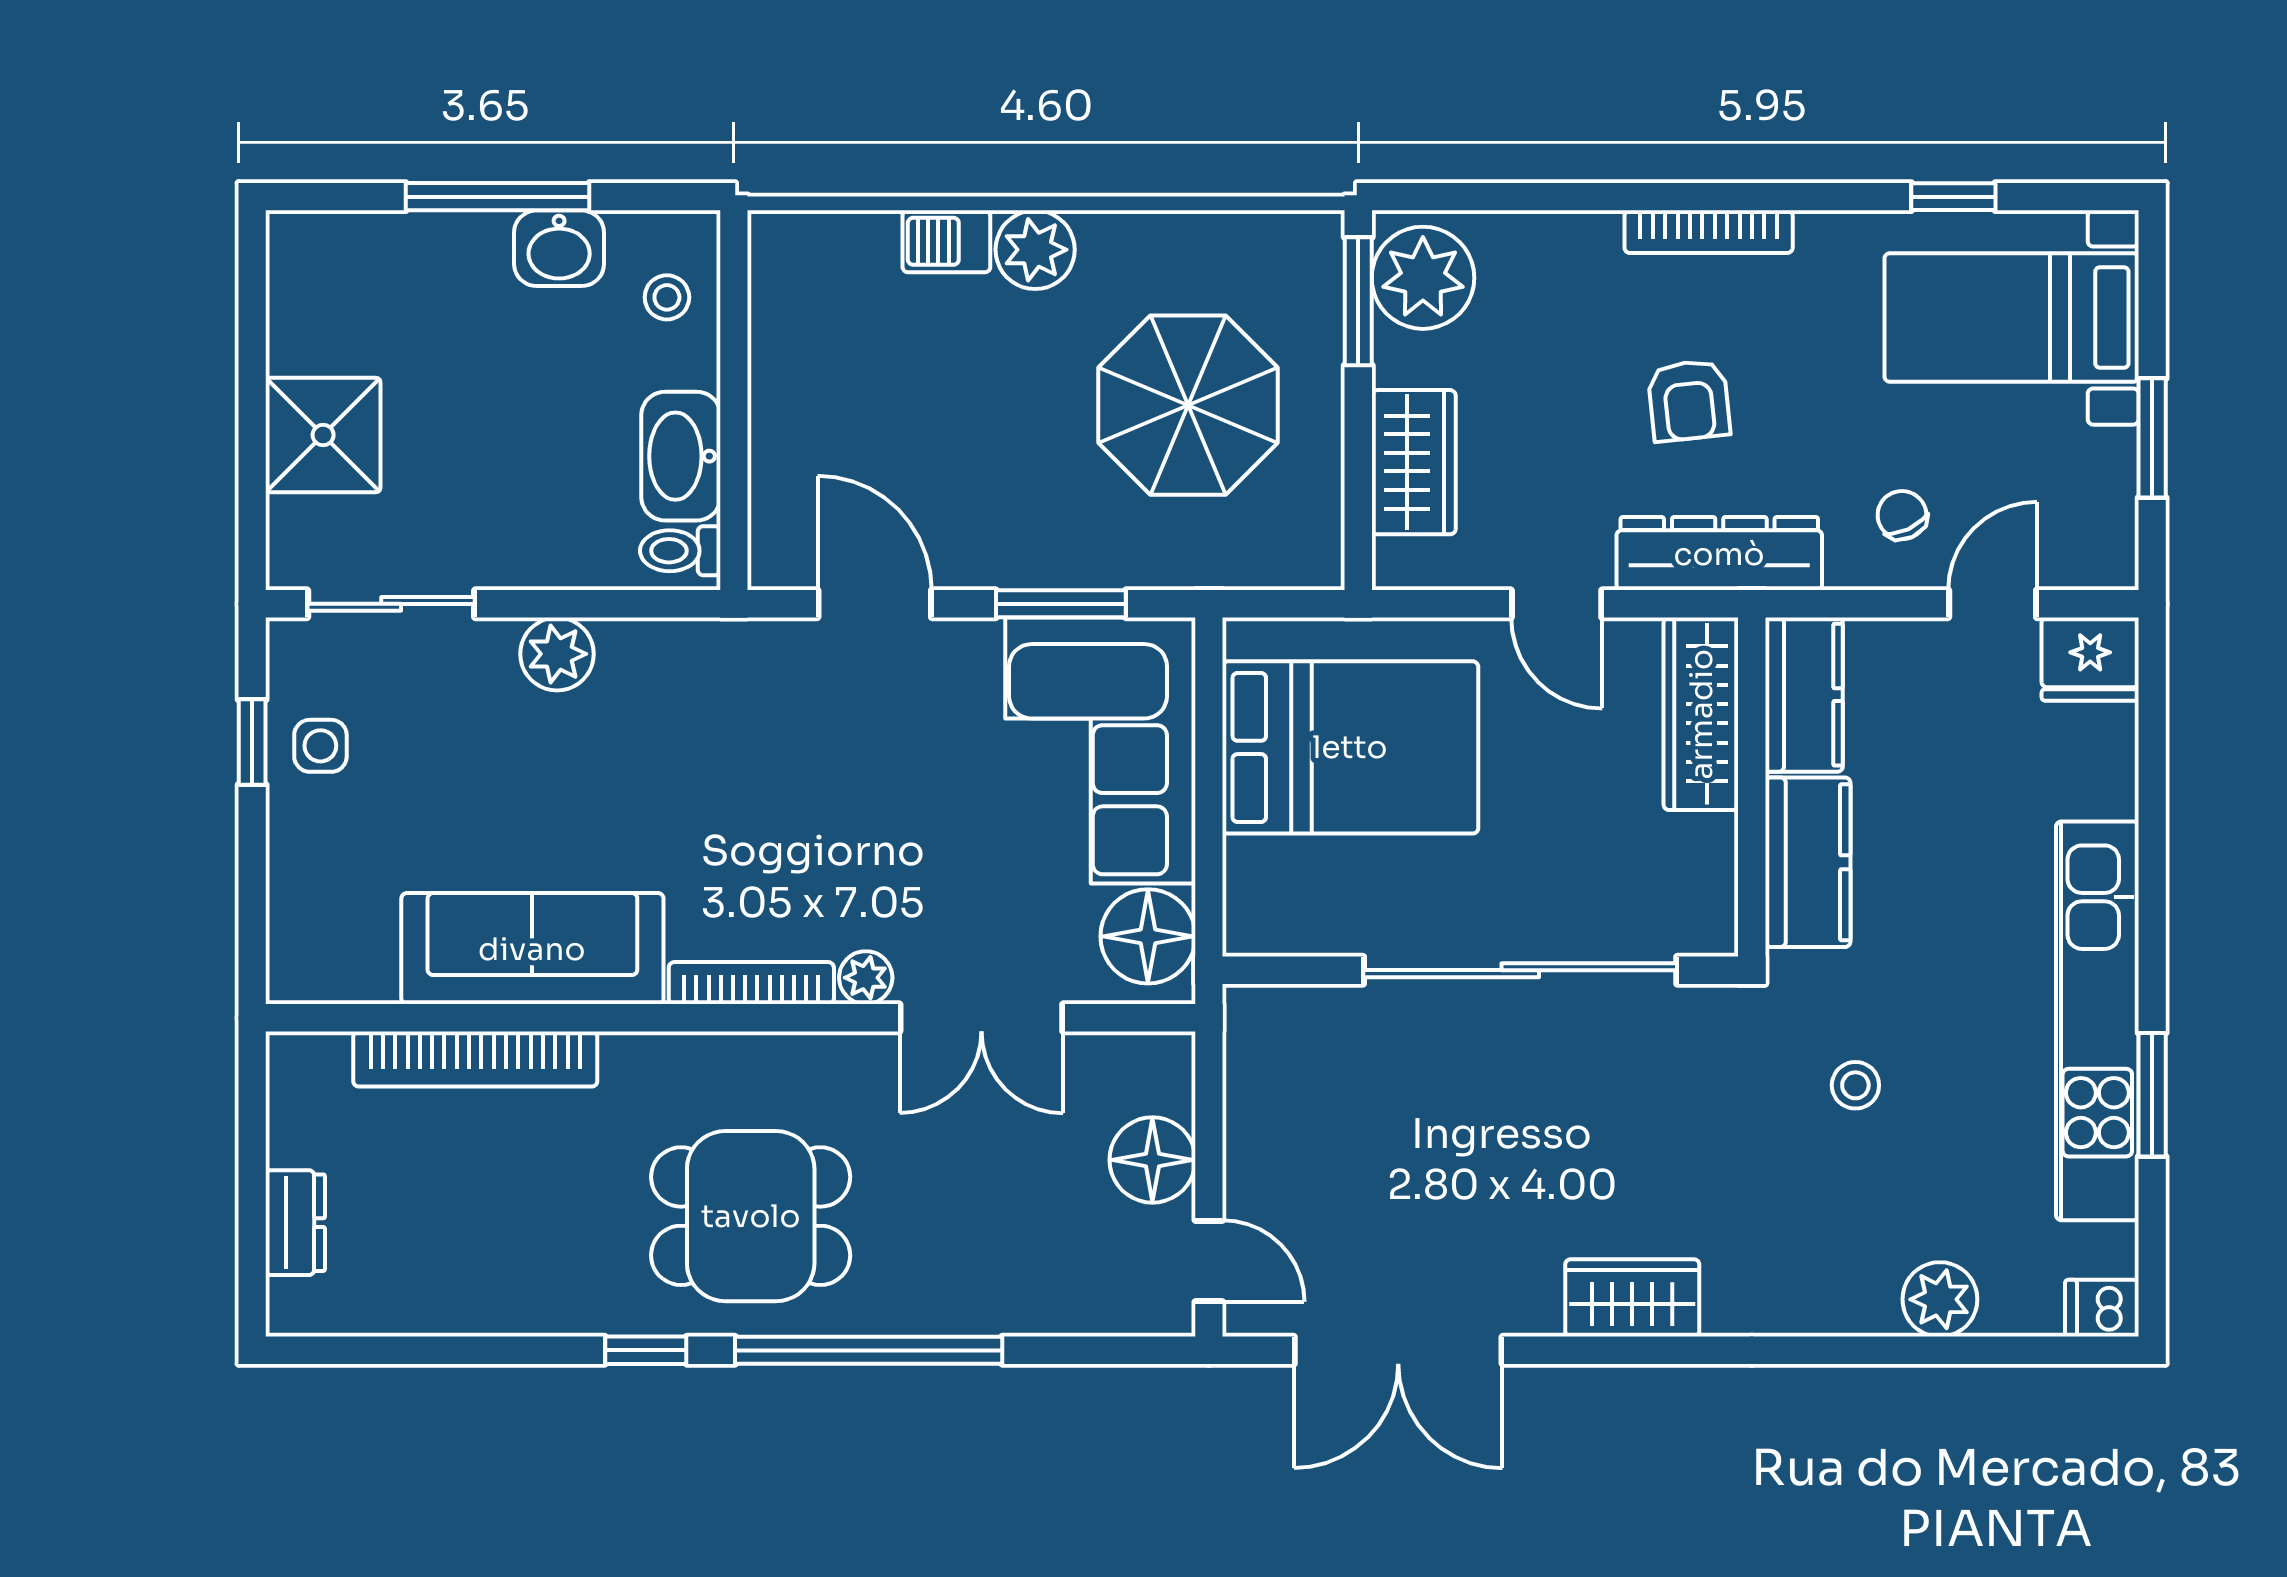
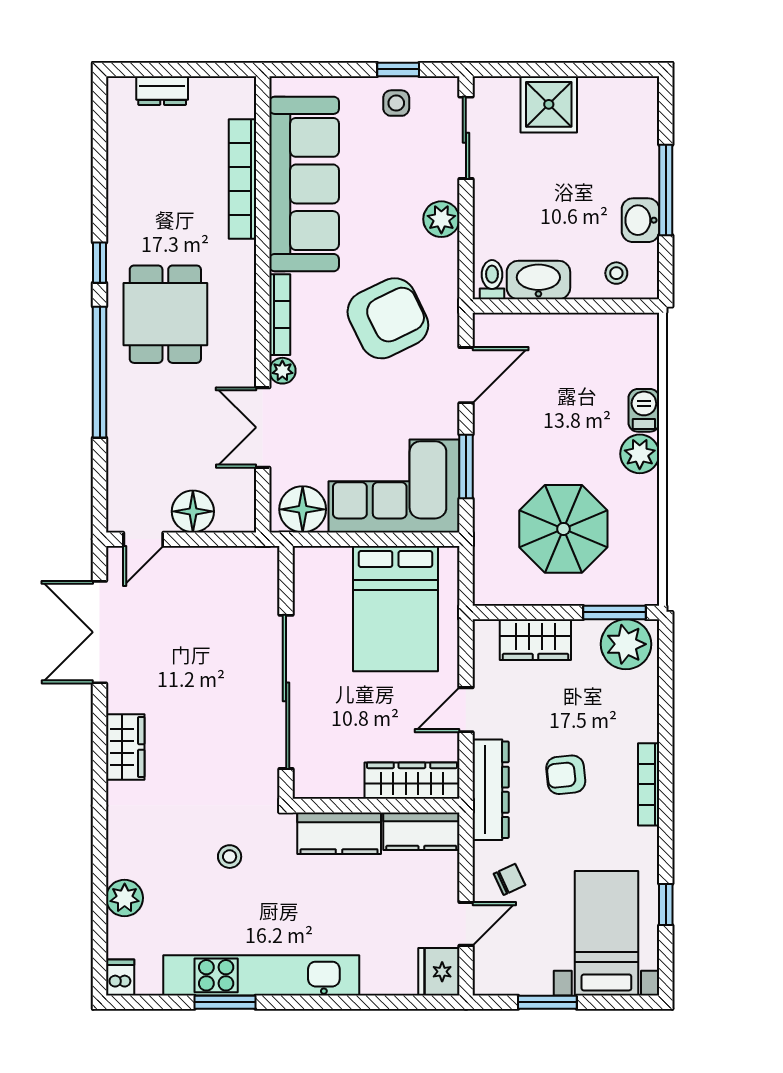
door: (1993, 604) -> (466, 924), hinge flipped
armchair: (759, 763) -> (388, 318), added
sofa: (532, 949) -> (304, 184), width x1.36, depth x1.27

